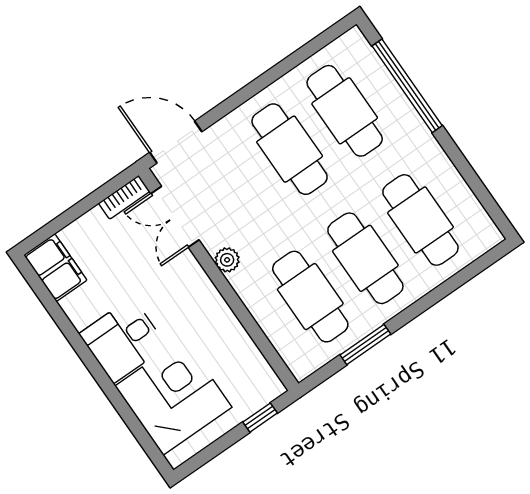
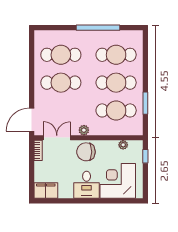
window: (407, 86) -> (98, 28), moved
double door: (175, 217) -> (57, 138), swing flipped
chair: (187, 294) -> (86, 152), added
plant: (252, 358) -> (123, 145), added

